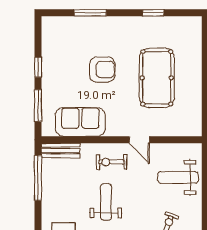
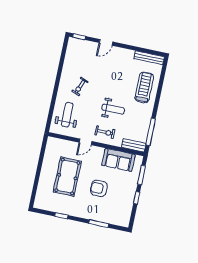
door: (139, 140) -> (86, 142), swing flipped
weight bench: (178, 177) -> (67, 115), turned -90
weight bench: (106, 202) -> (113, 109), turned -90

